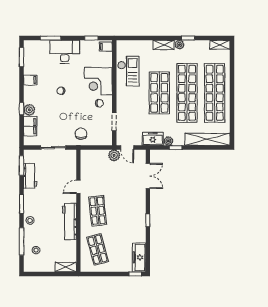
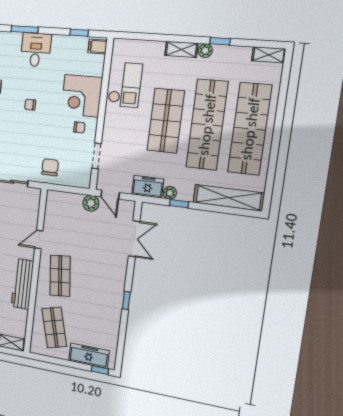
desk: (65, 52) -> (36, 50), width x0.73
freezer: (139, 257) -> (89, 356), moved, turned 90

